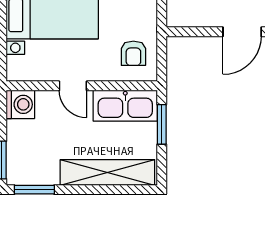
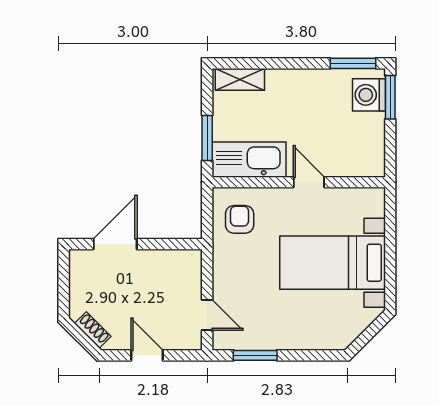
washing machine: (20, 104) -> (369, 95), moved
shelving: (107, 172) -> (240, 79), width x0.45, depth x0.75

